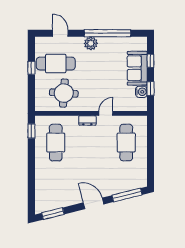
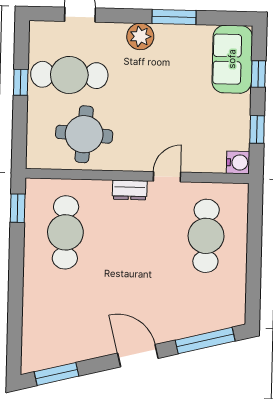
window: (107, 33) -> (174, 17), width x0.47
sofa: (137, 68) -> (232, 59), moved
water cooler: (141, 92) -> (238, 162), moved

